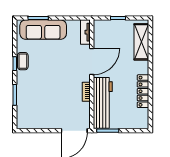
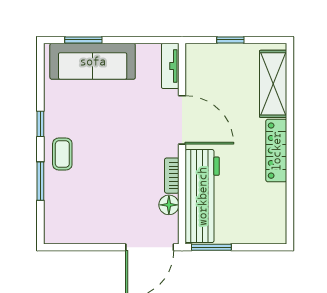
coffee table: (23, 61) -> (62, 154), moved
door: (92, 61) -> (182, 120), hinge flipped
locker: (143, 91) -> (276, 151), moved
floor lamp: (85, 108) -> (169, 205), added

